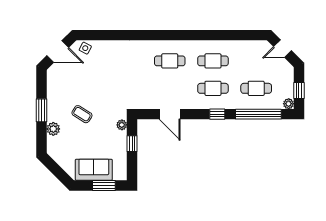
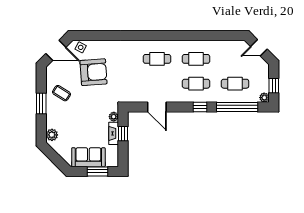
armchair: (99, 76) -> (93, 72), added
coffee table: (82, 114) -> (61, 93), moved
plant: (53, 129) -> (52, 135), moved
fireplace: (122, 143) -> (114, 133), added

